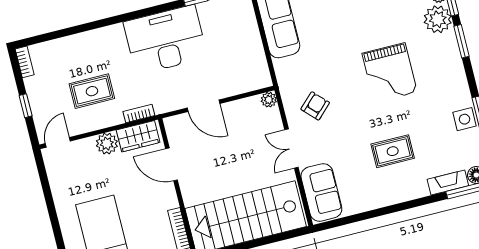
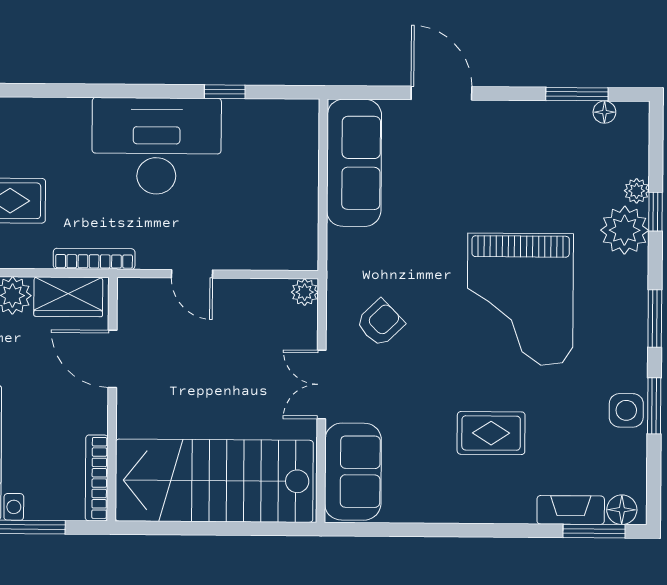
window: (461, 41) -> (655, 318), moved
grand piano: (390, 73) -> (520, 299), width x1.37, depth x1.48
door: (204, 106) -> (192, 274), width x0.73
bookcase: (139, 113) -> (94, 259), width x1.56

